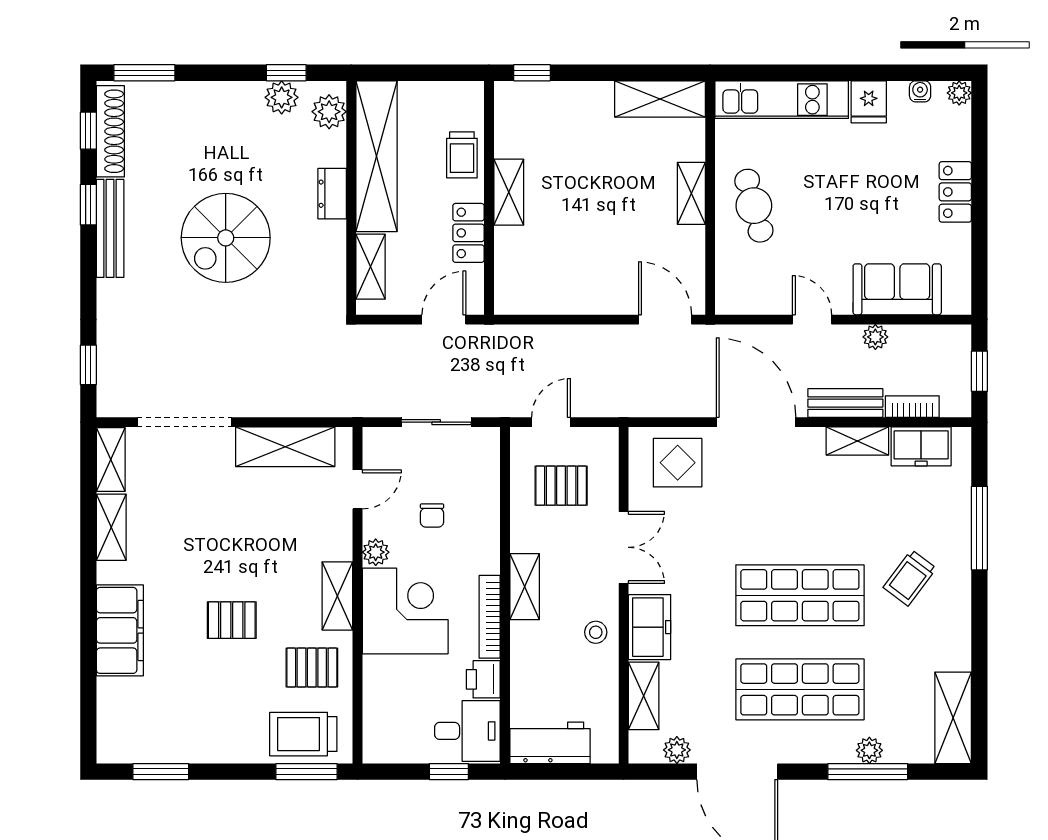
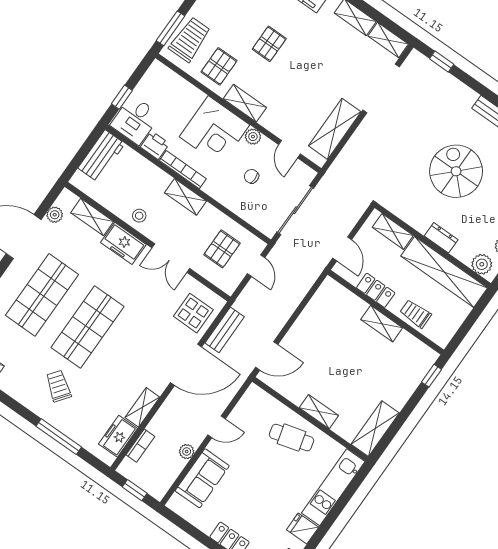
bench: (845, 403) -> (225, 330), moved
sliding door: (436, 422) -> (295, 210), width x1.37

